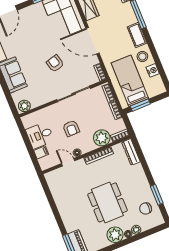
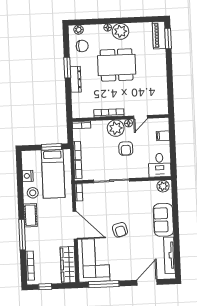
armchair: (55, 63) -> (120, 230), moved
armchair: (71, 128) -> (126, 149), turned 180
desk: (40, 135) -> (160, 165), moved, turned 90
plant: (102, 138) -> (116, 128), moved
dresser: (131, 152) -> (76, 79), moved
door: (68, 162) -> (141, 117), hinge flipped
window: (157, 195) -> (67, 68), moved
dining table: (107, 202) -> (117, 65), turned 90
plant: (136, 230) -> (79, 30), moved

